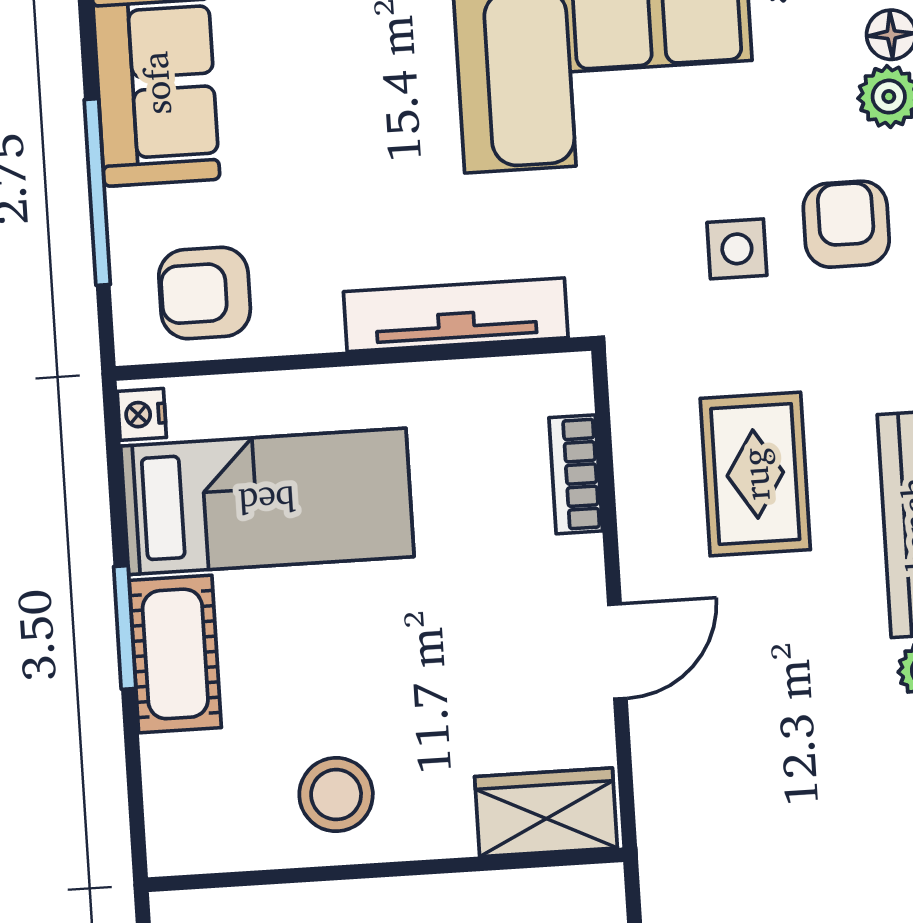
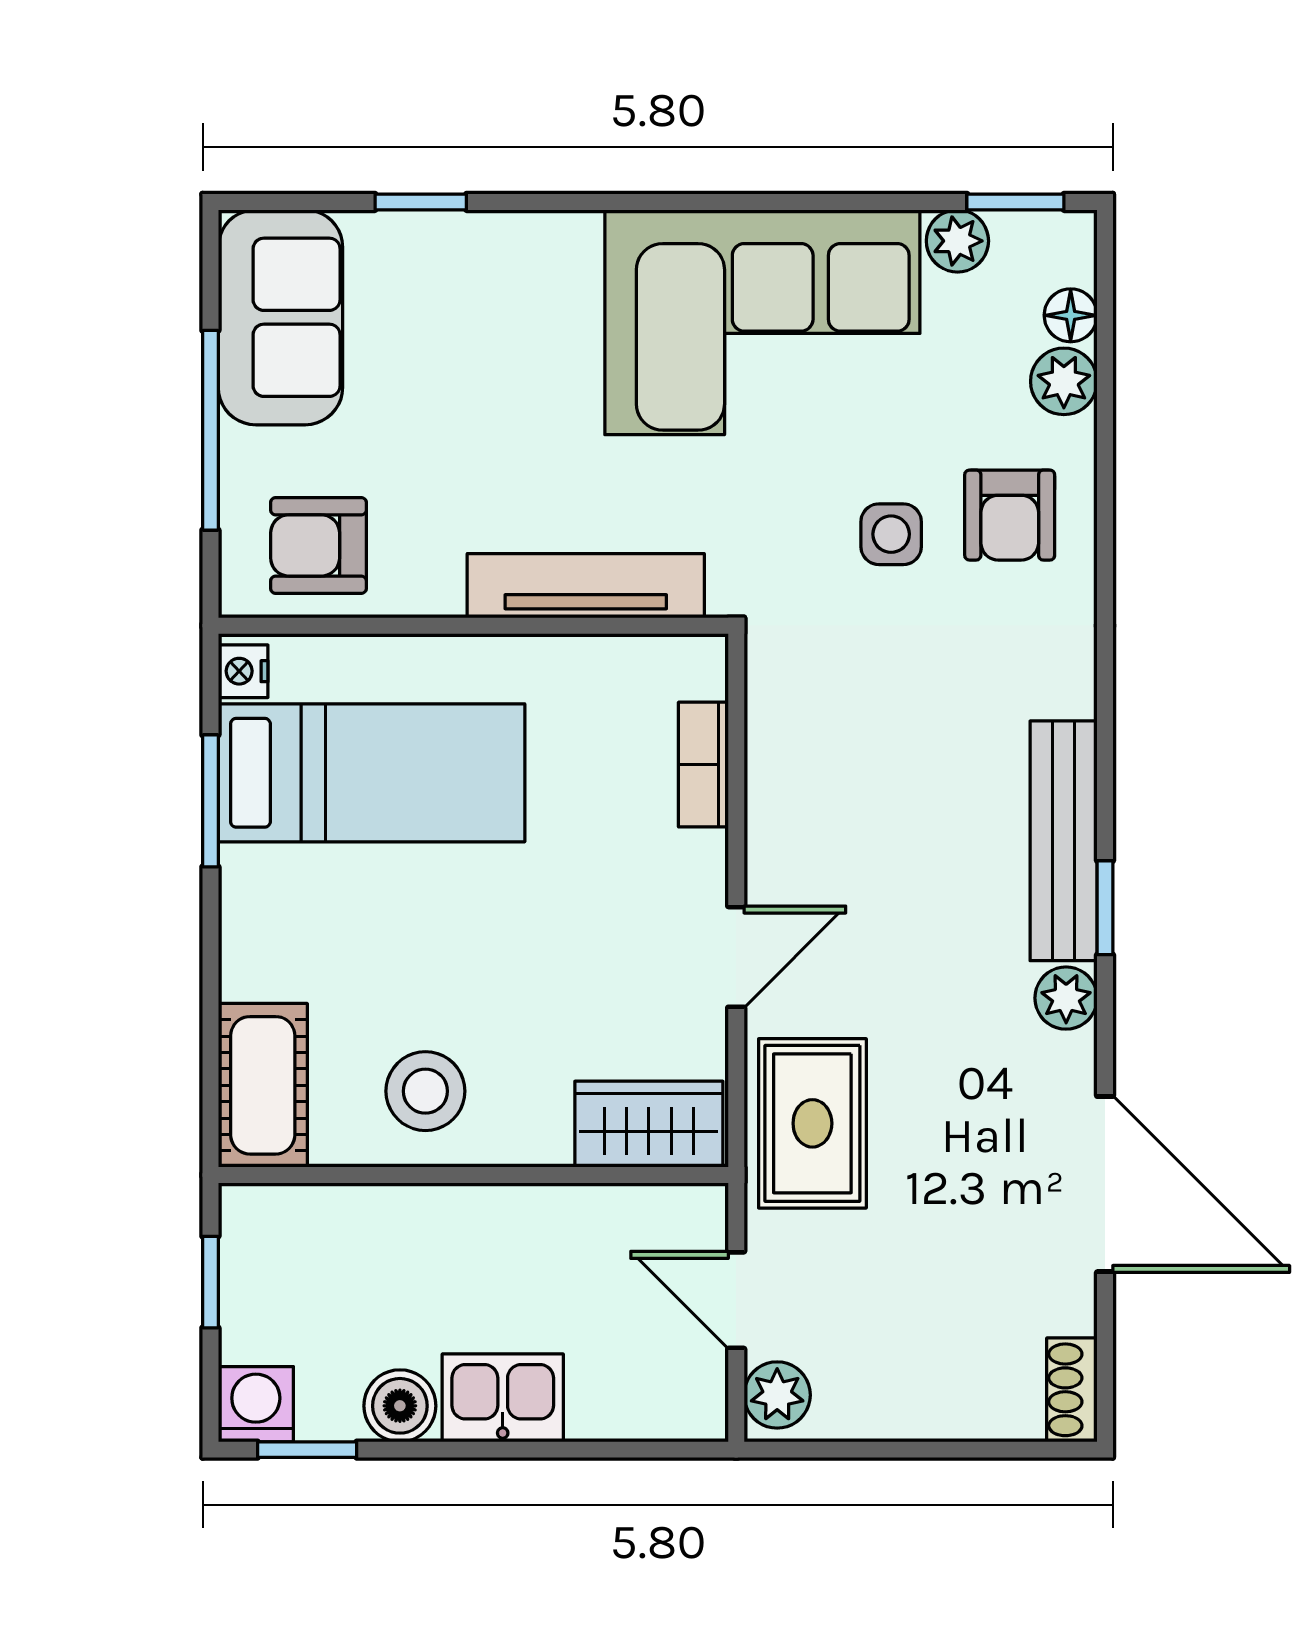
armchair: (846, 224) -> (1010, 515), turned 180
rug: (755, 474) -> (812, 1123), moved
window: (125, 628) -> (210, 801), moved
cot: (175, 654) -> (263, 1085), moved

